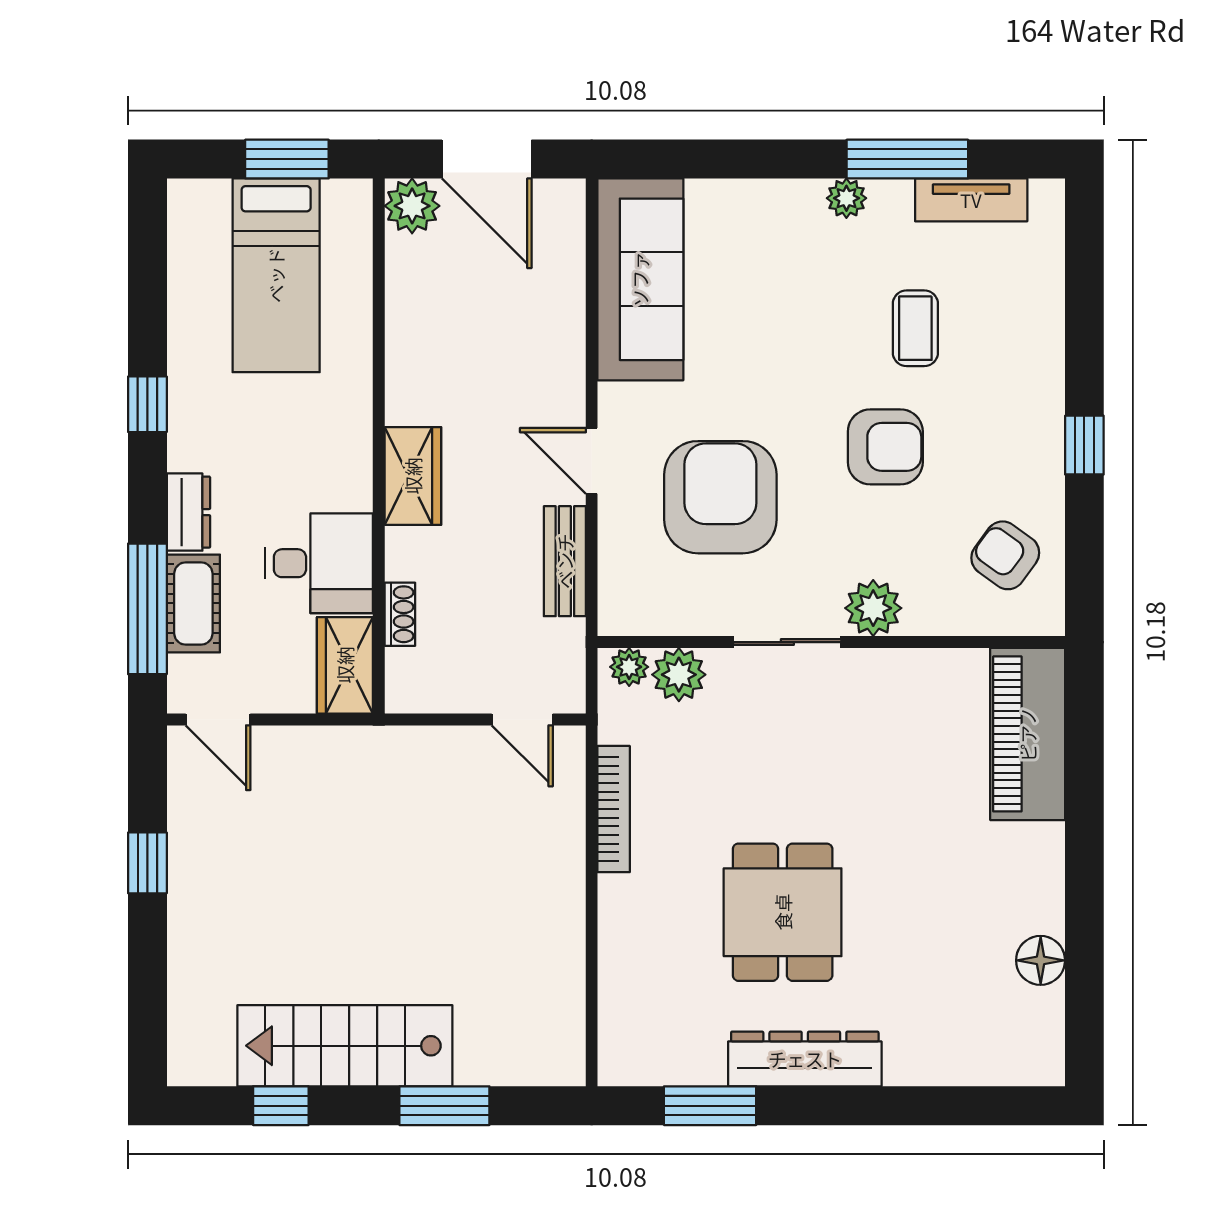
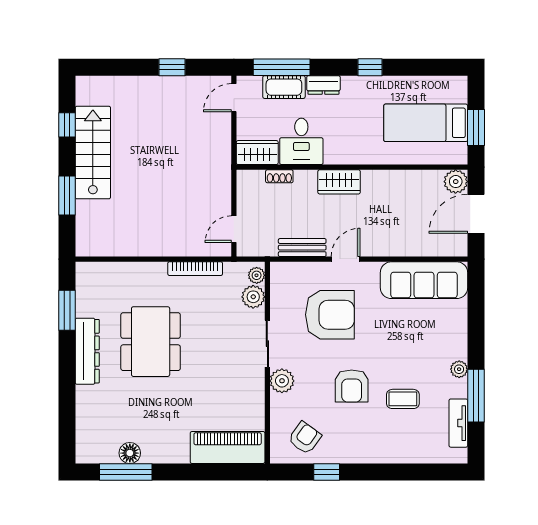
window: (1084, 445) -> (327, 472), moved
dining table: (783, 912) -> (151, 342), width x1.37
window: (1084, 970) -> (126, 472), added

